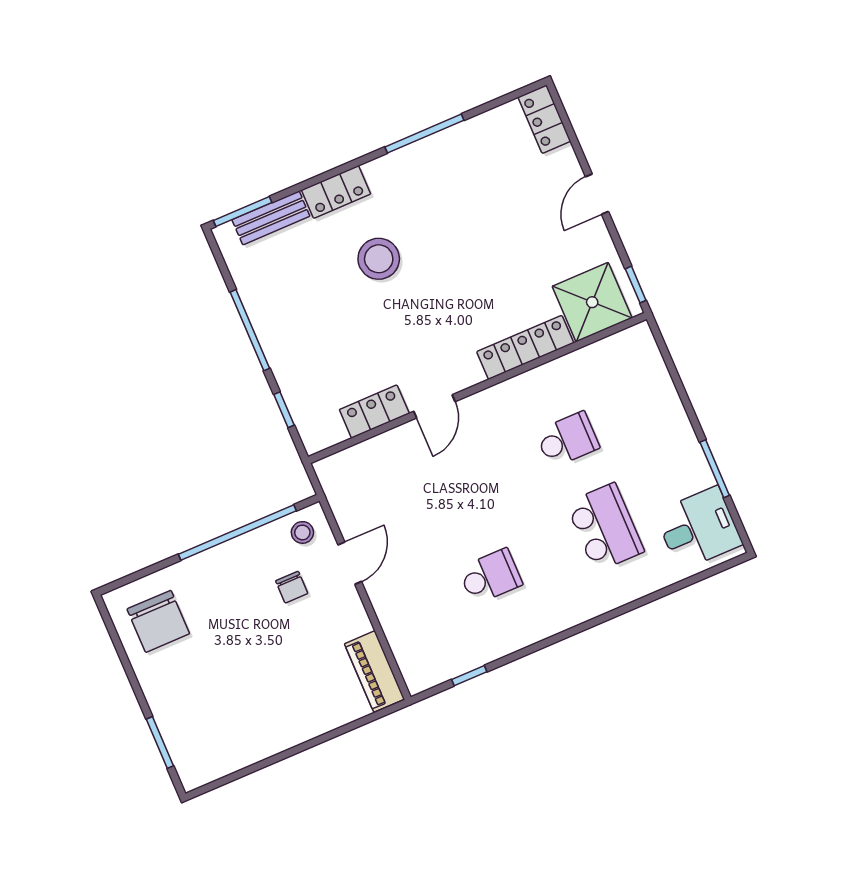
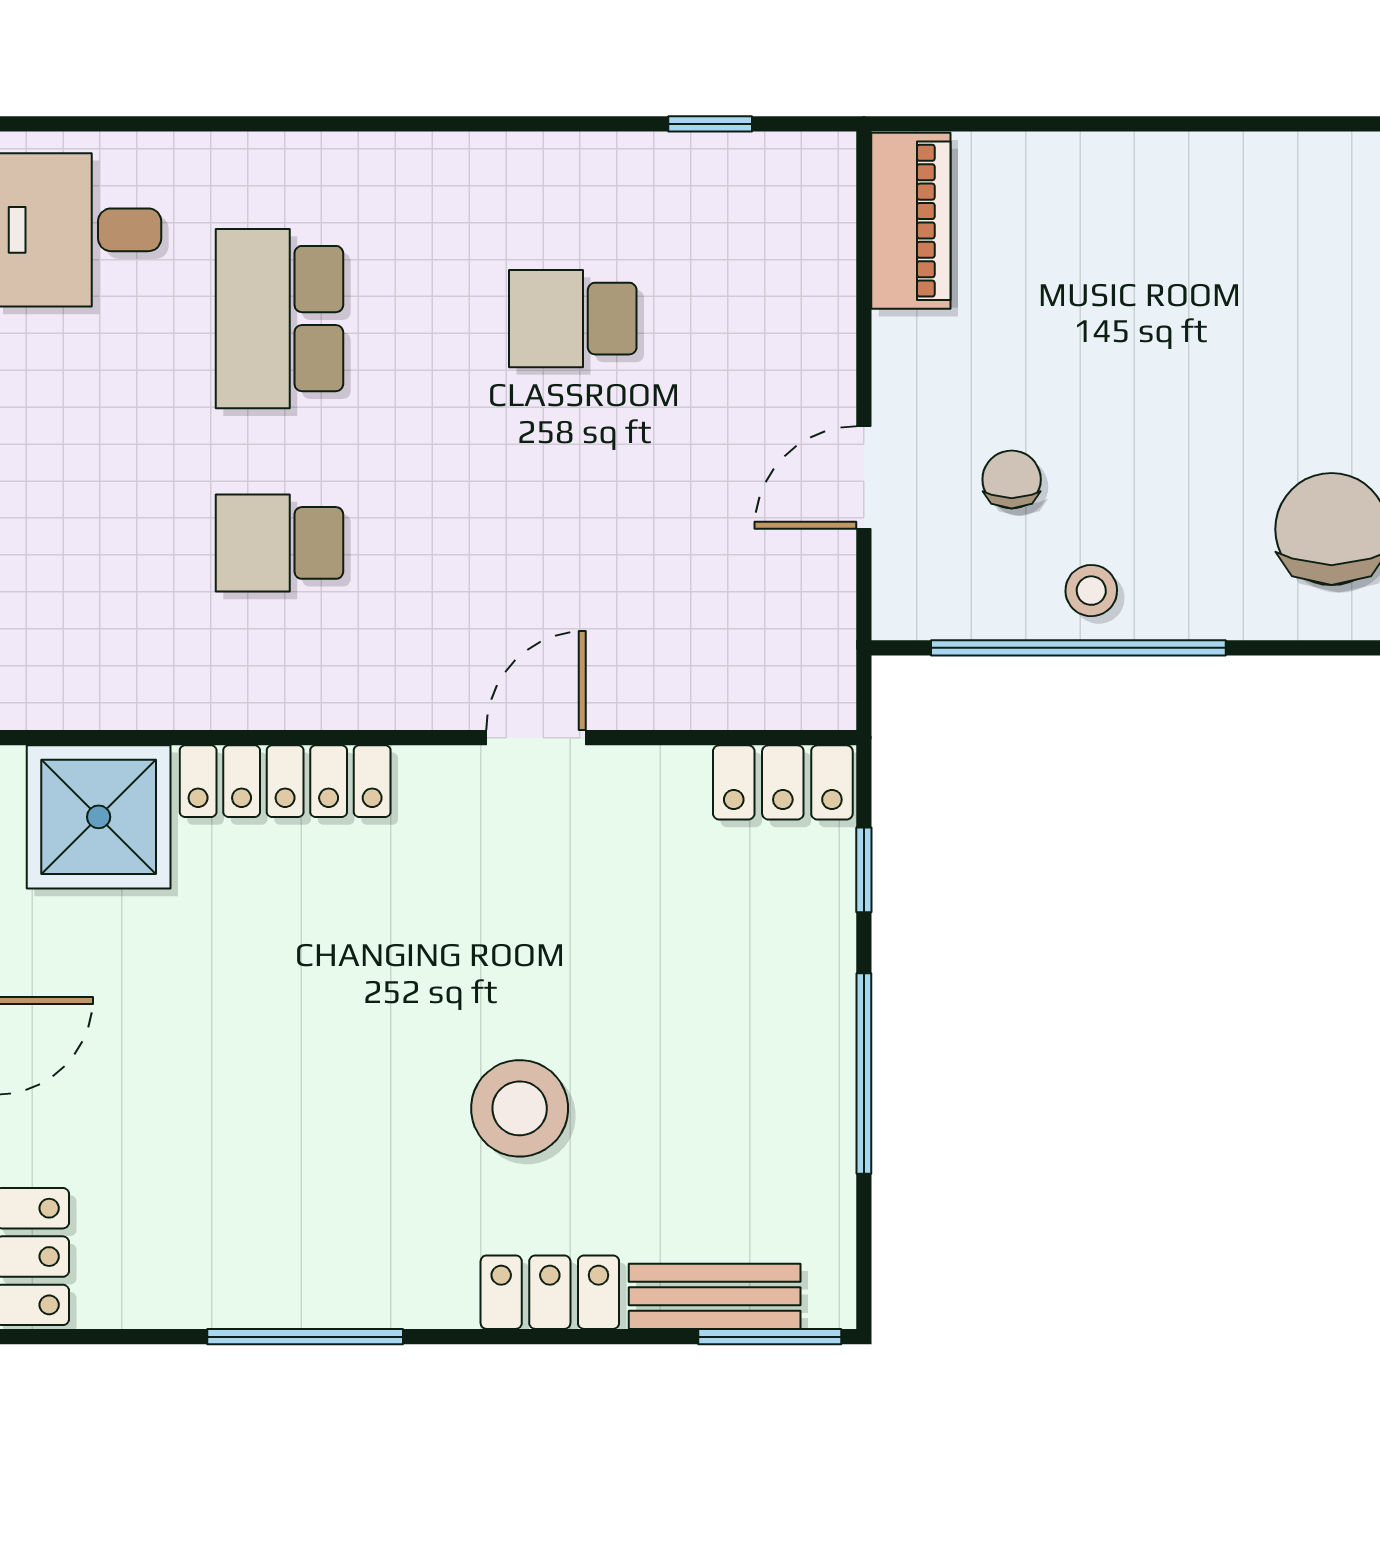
locker: (374, 412) -> (783, 782), moved
stool: (302, 532) -> (1091, 591), moved

